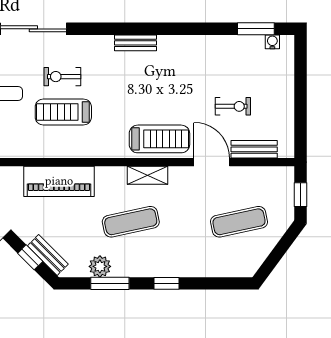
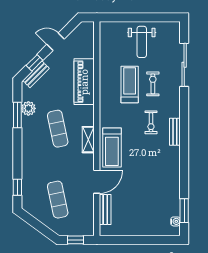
exercise bike: (233, 106) -> (151, 122), moved
window: (167, 283) -> (17, 187), moved

